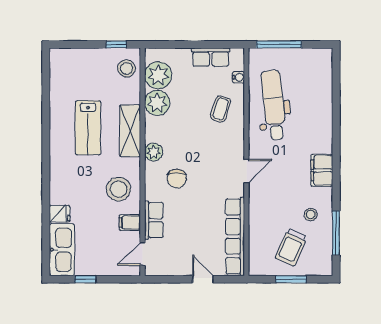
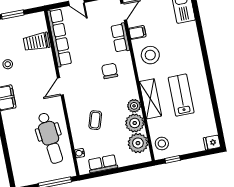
coffee table: (221, 109) -> (95, 120), moved
plant: (154, 152) -> (134, 106), moved
fridge: (60, 214) -> (212, 143), moved
trolley: (291, 247) -> (37, 42), moved, turned -114

